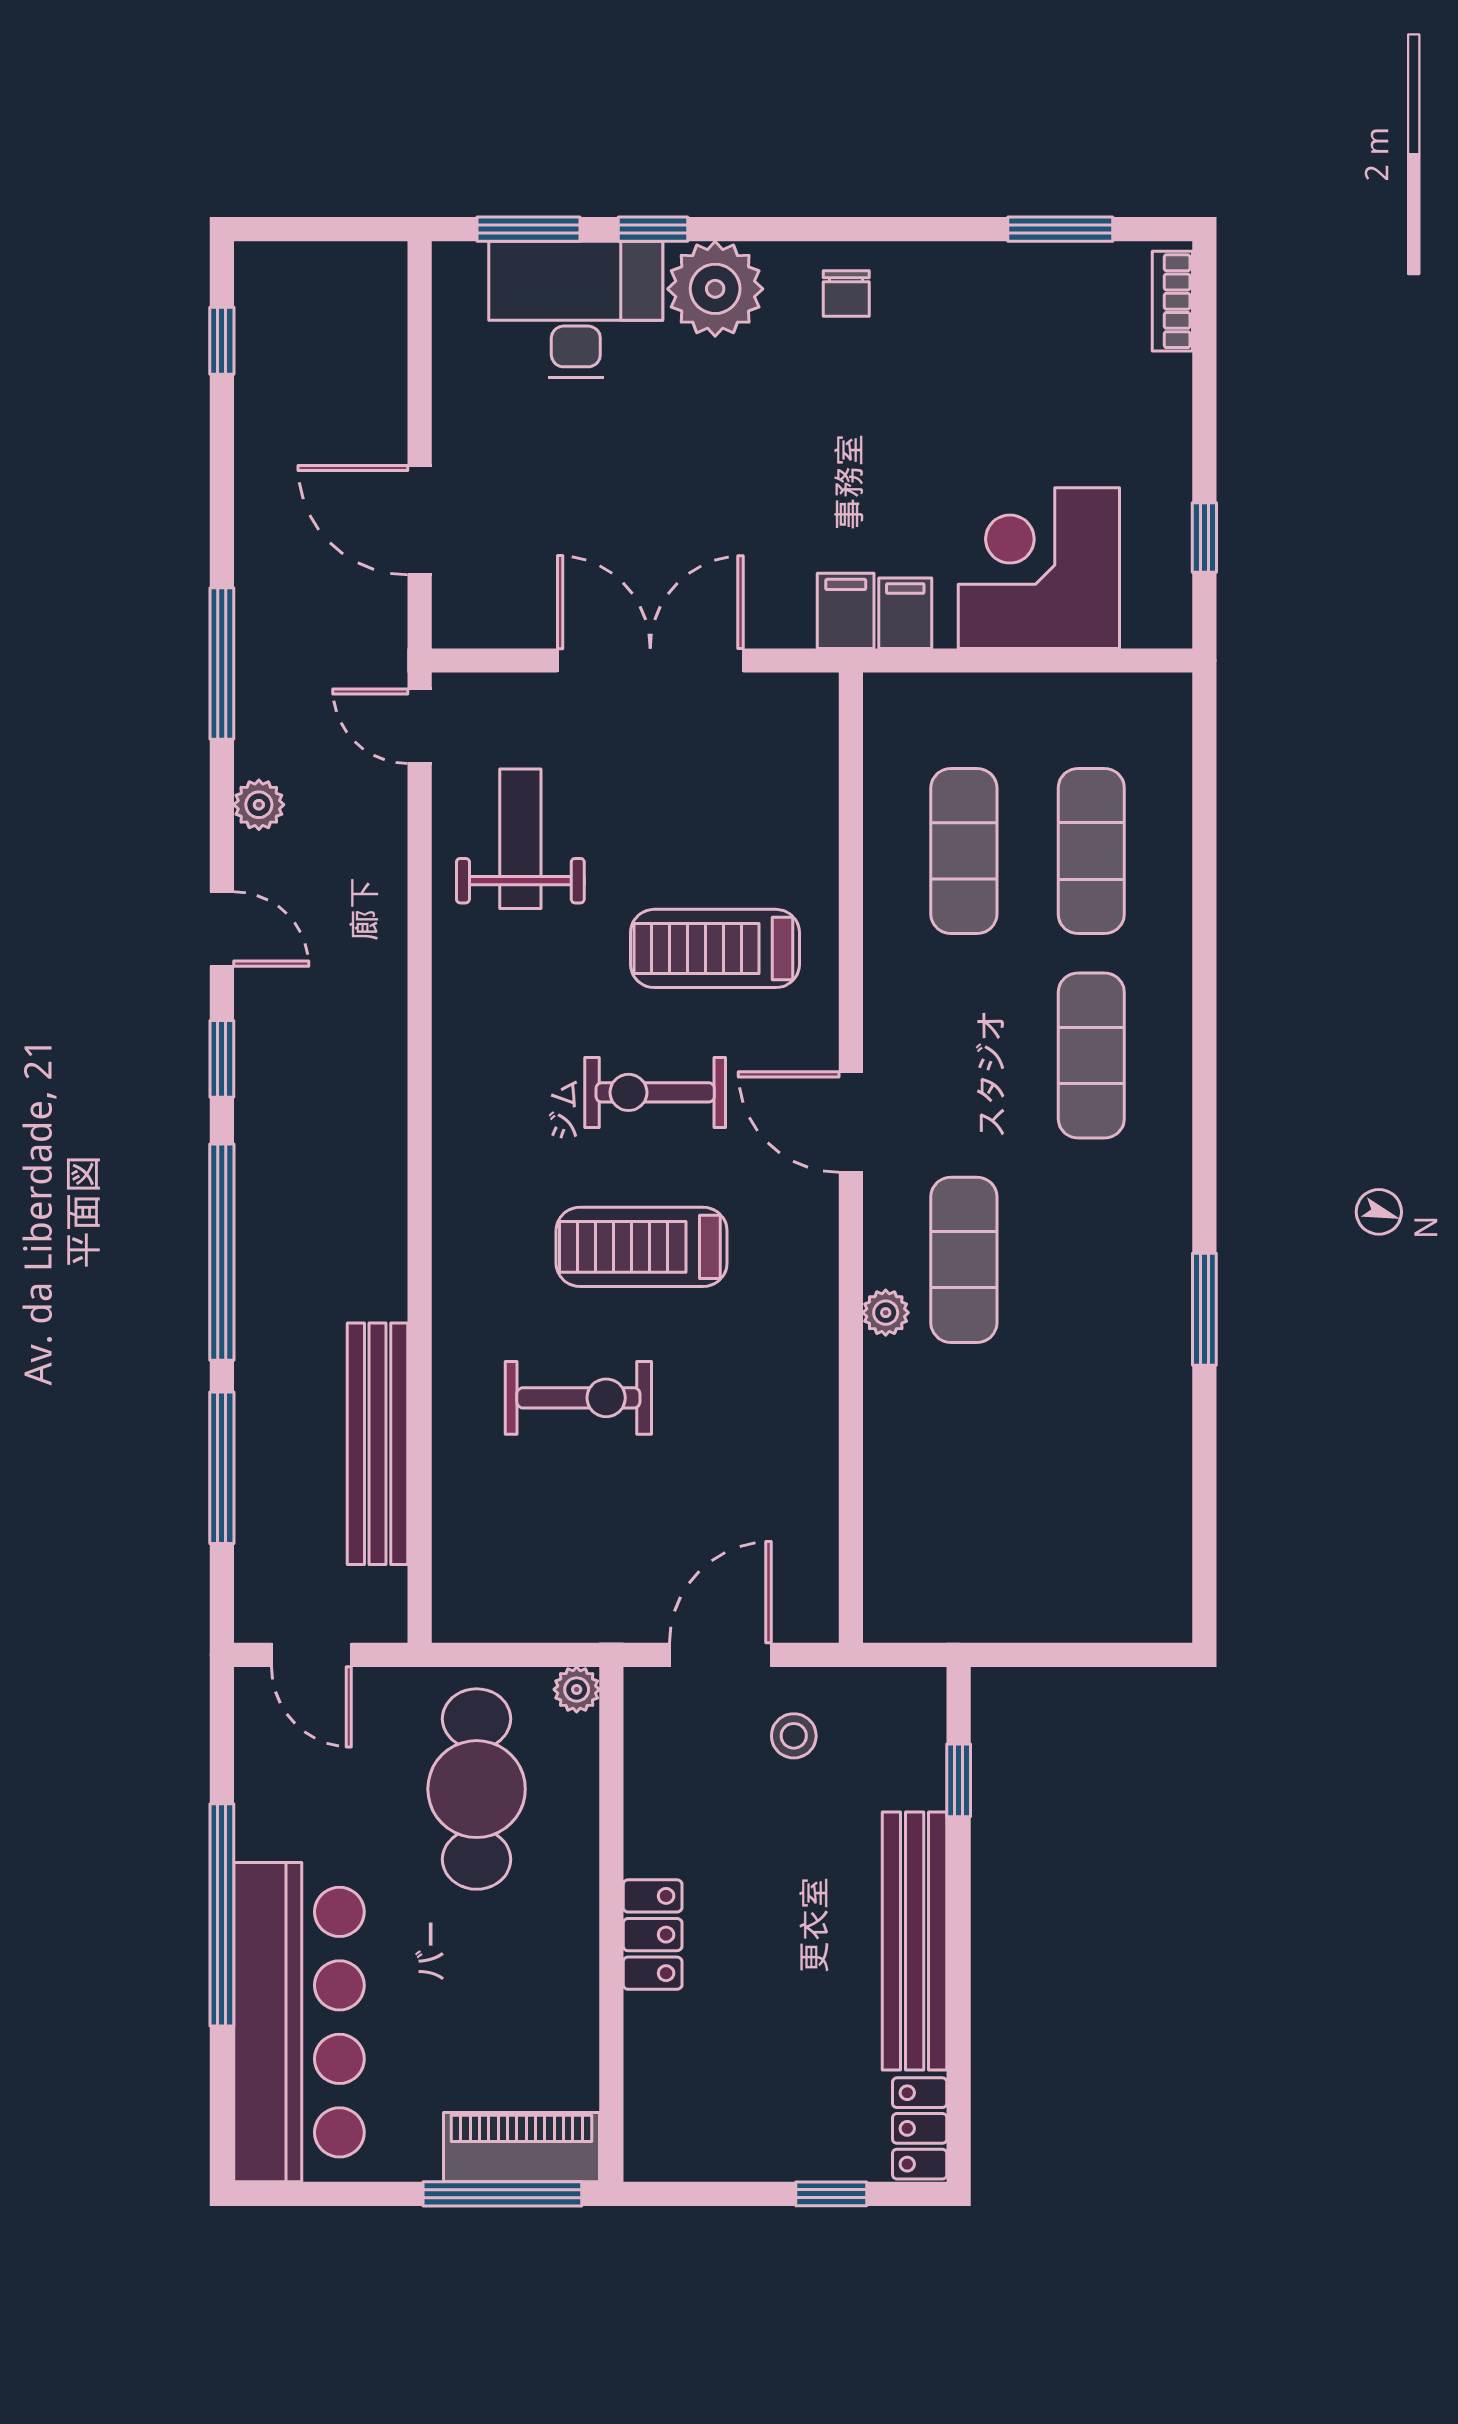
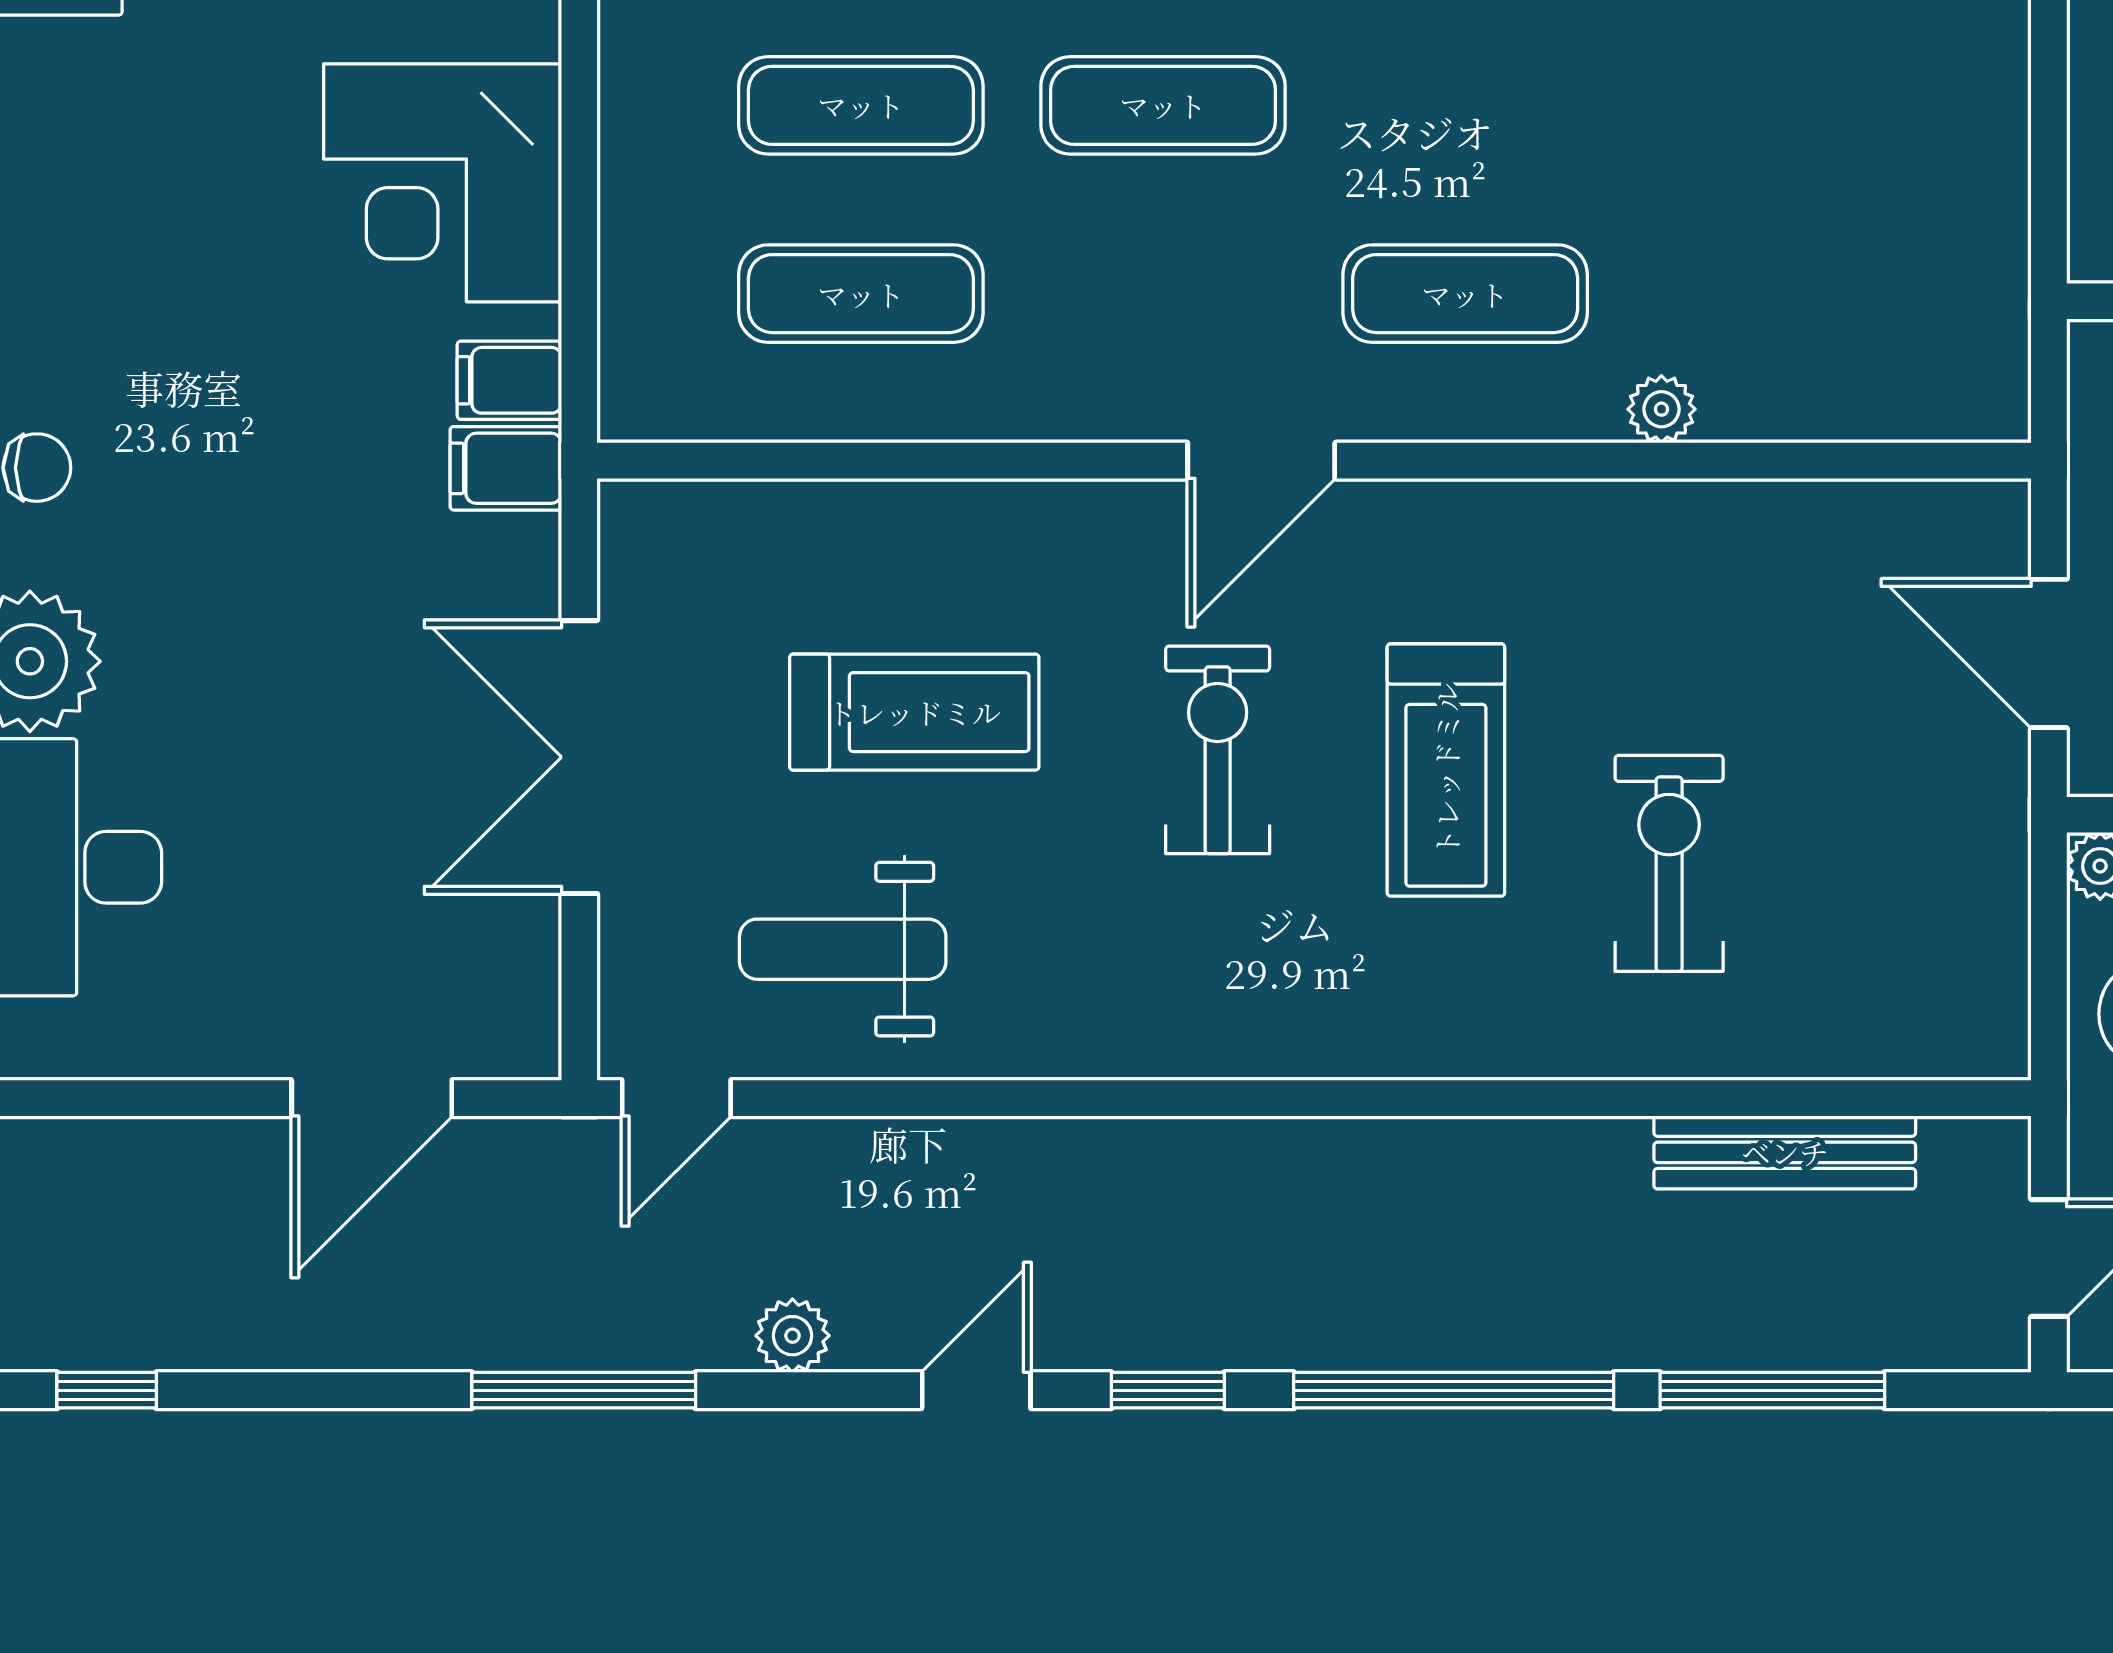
treadmill: (715, 948) -> (914, 712), moved, turned -90
exercise bike: (655, 1092) -> (1218, 750), turned 180
plant: (886, 1313) -> (1661, 409), moved
bench: (378, 1444) -> (1785, 1152), width x0.73, depth x0.82

